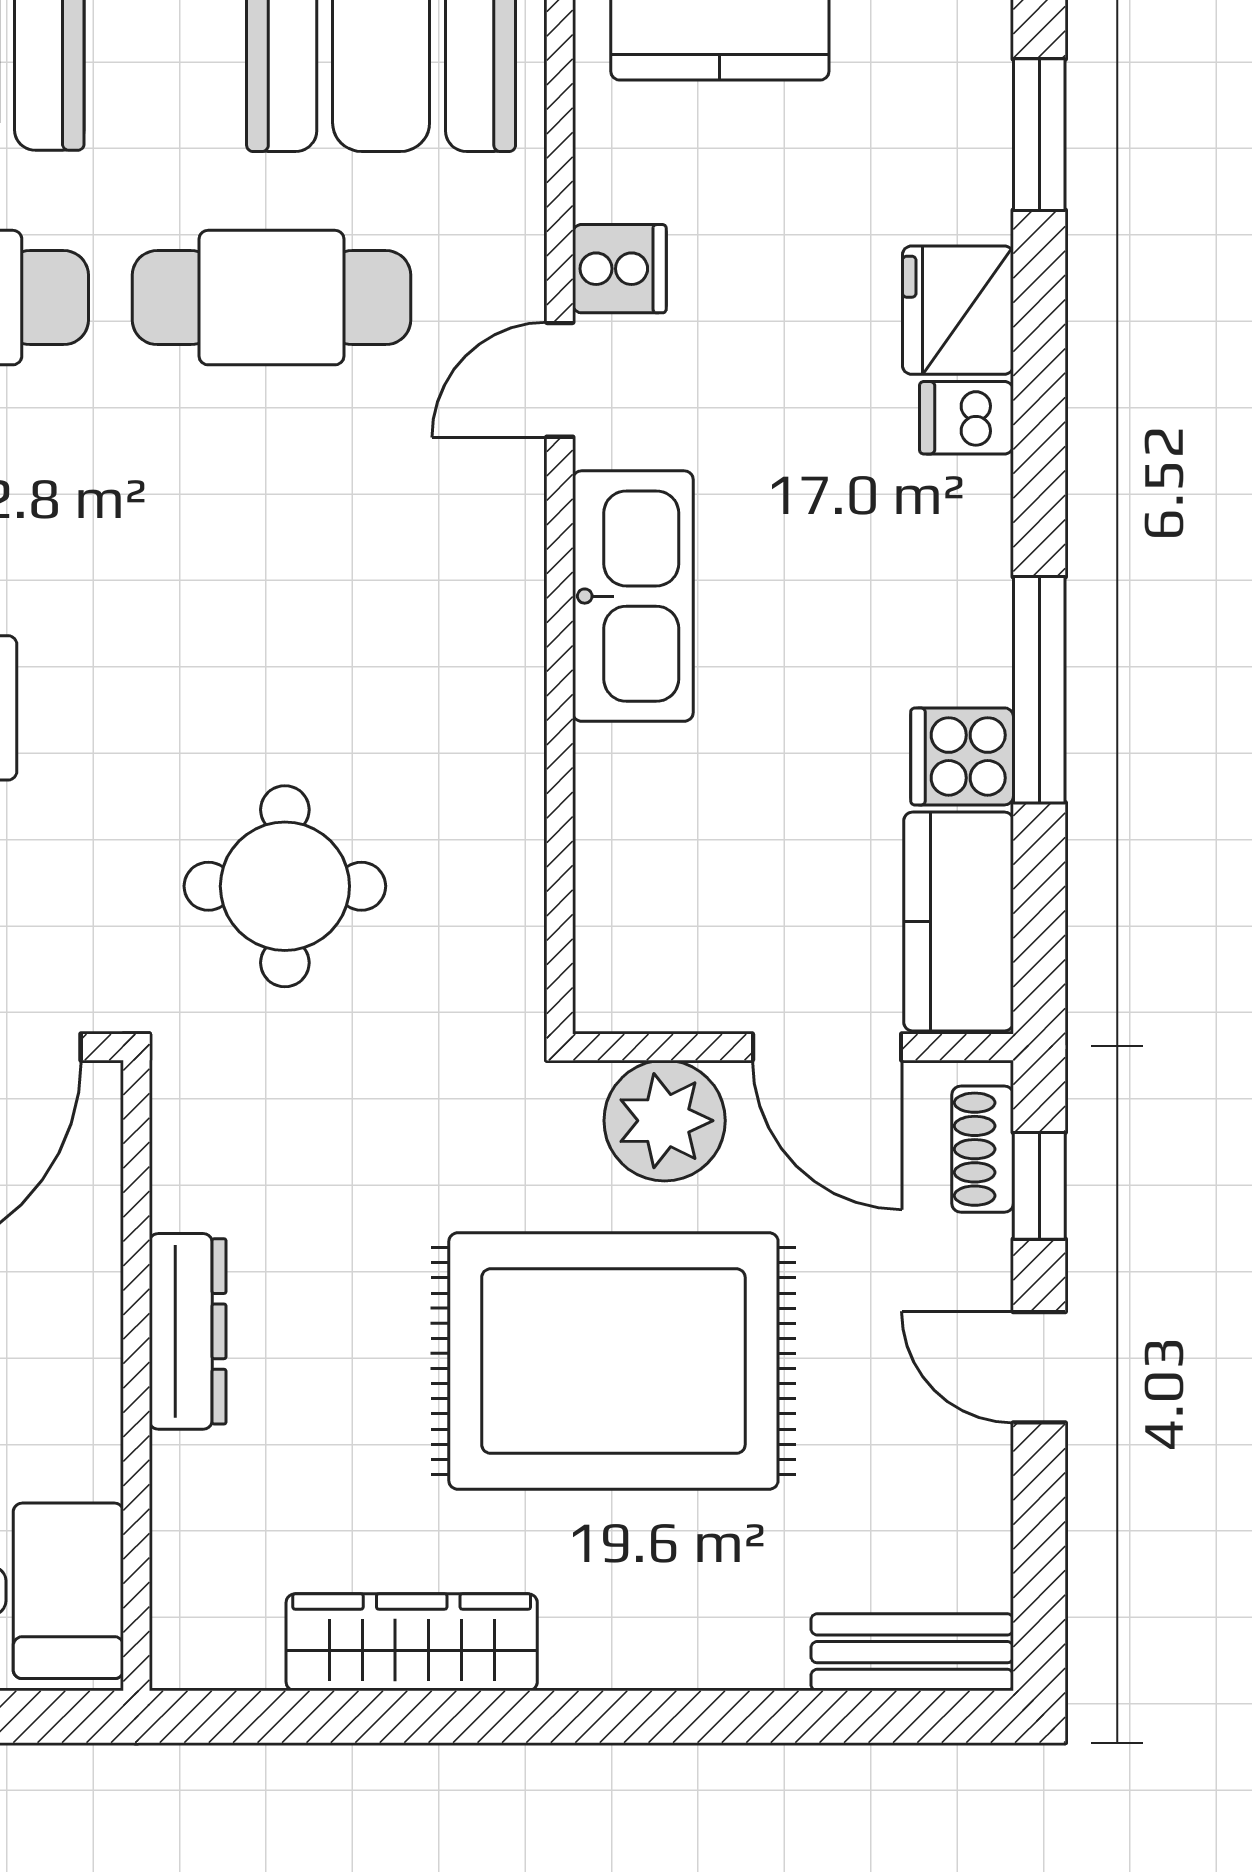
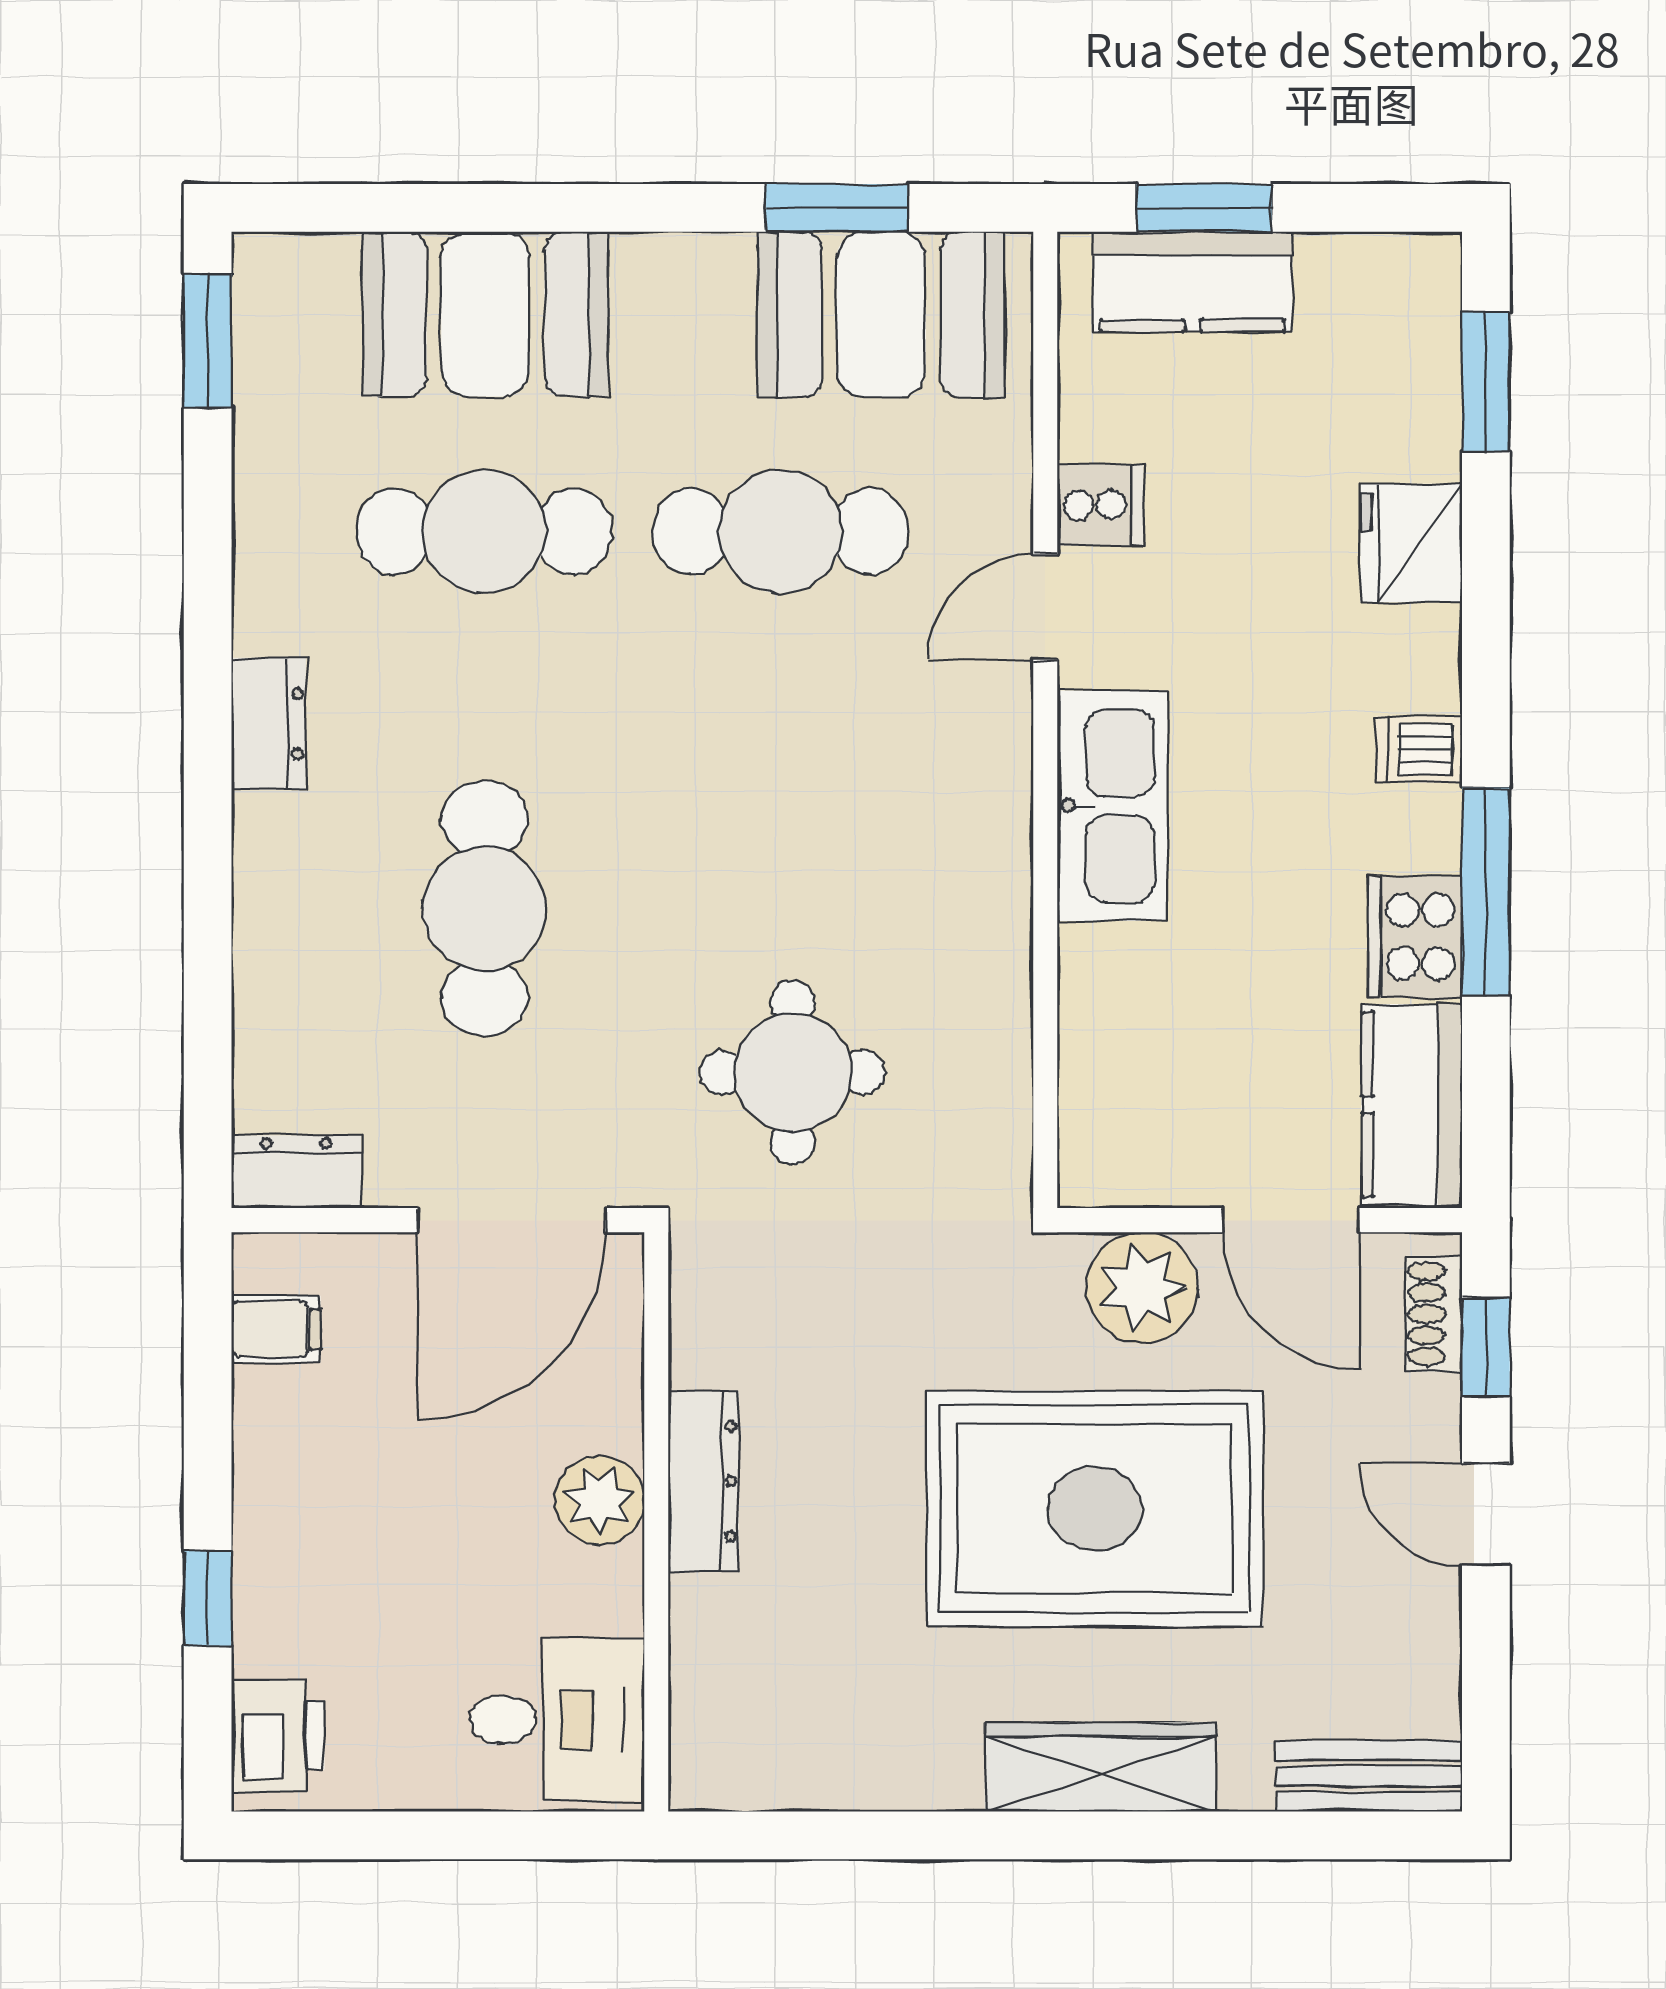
dishwasher: (966, 418) -> (1419, 749), moved
cooker: (962, 756) -> (1415, 937), width x1.36
plant: (75, 1352) -> (600, 1500), added
wardrobe: (412, 1642) -> (1100, 1767), moved

